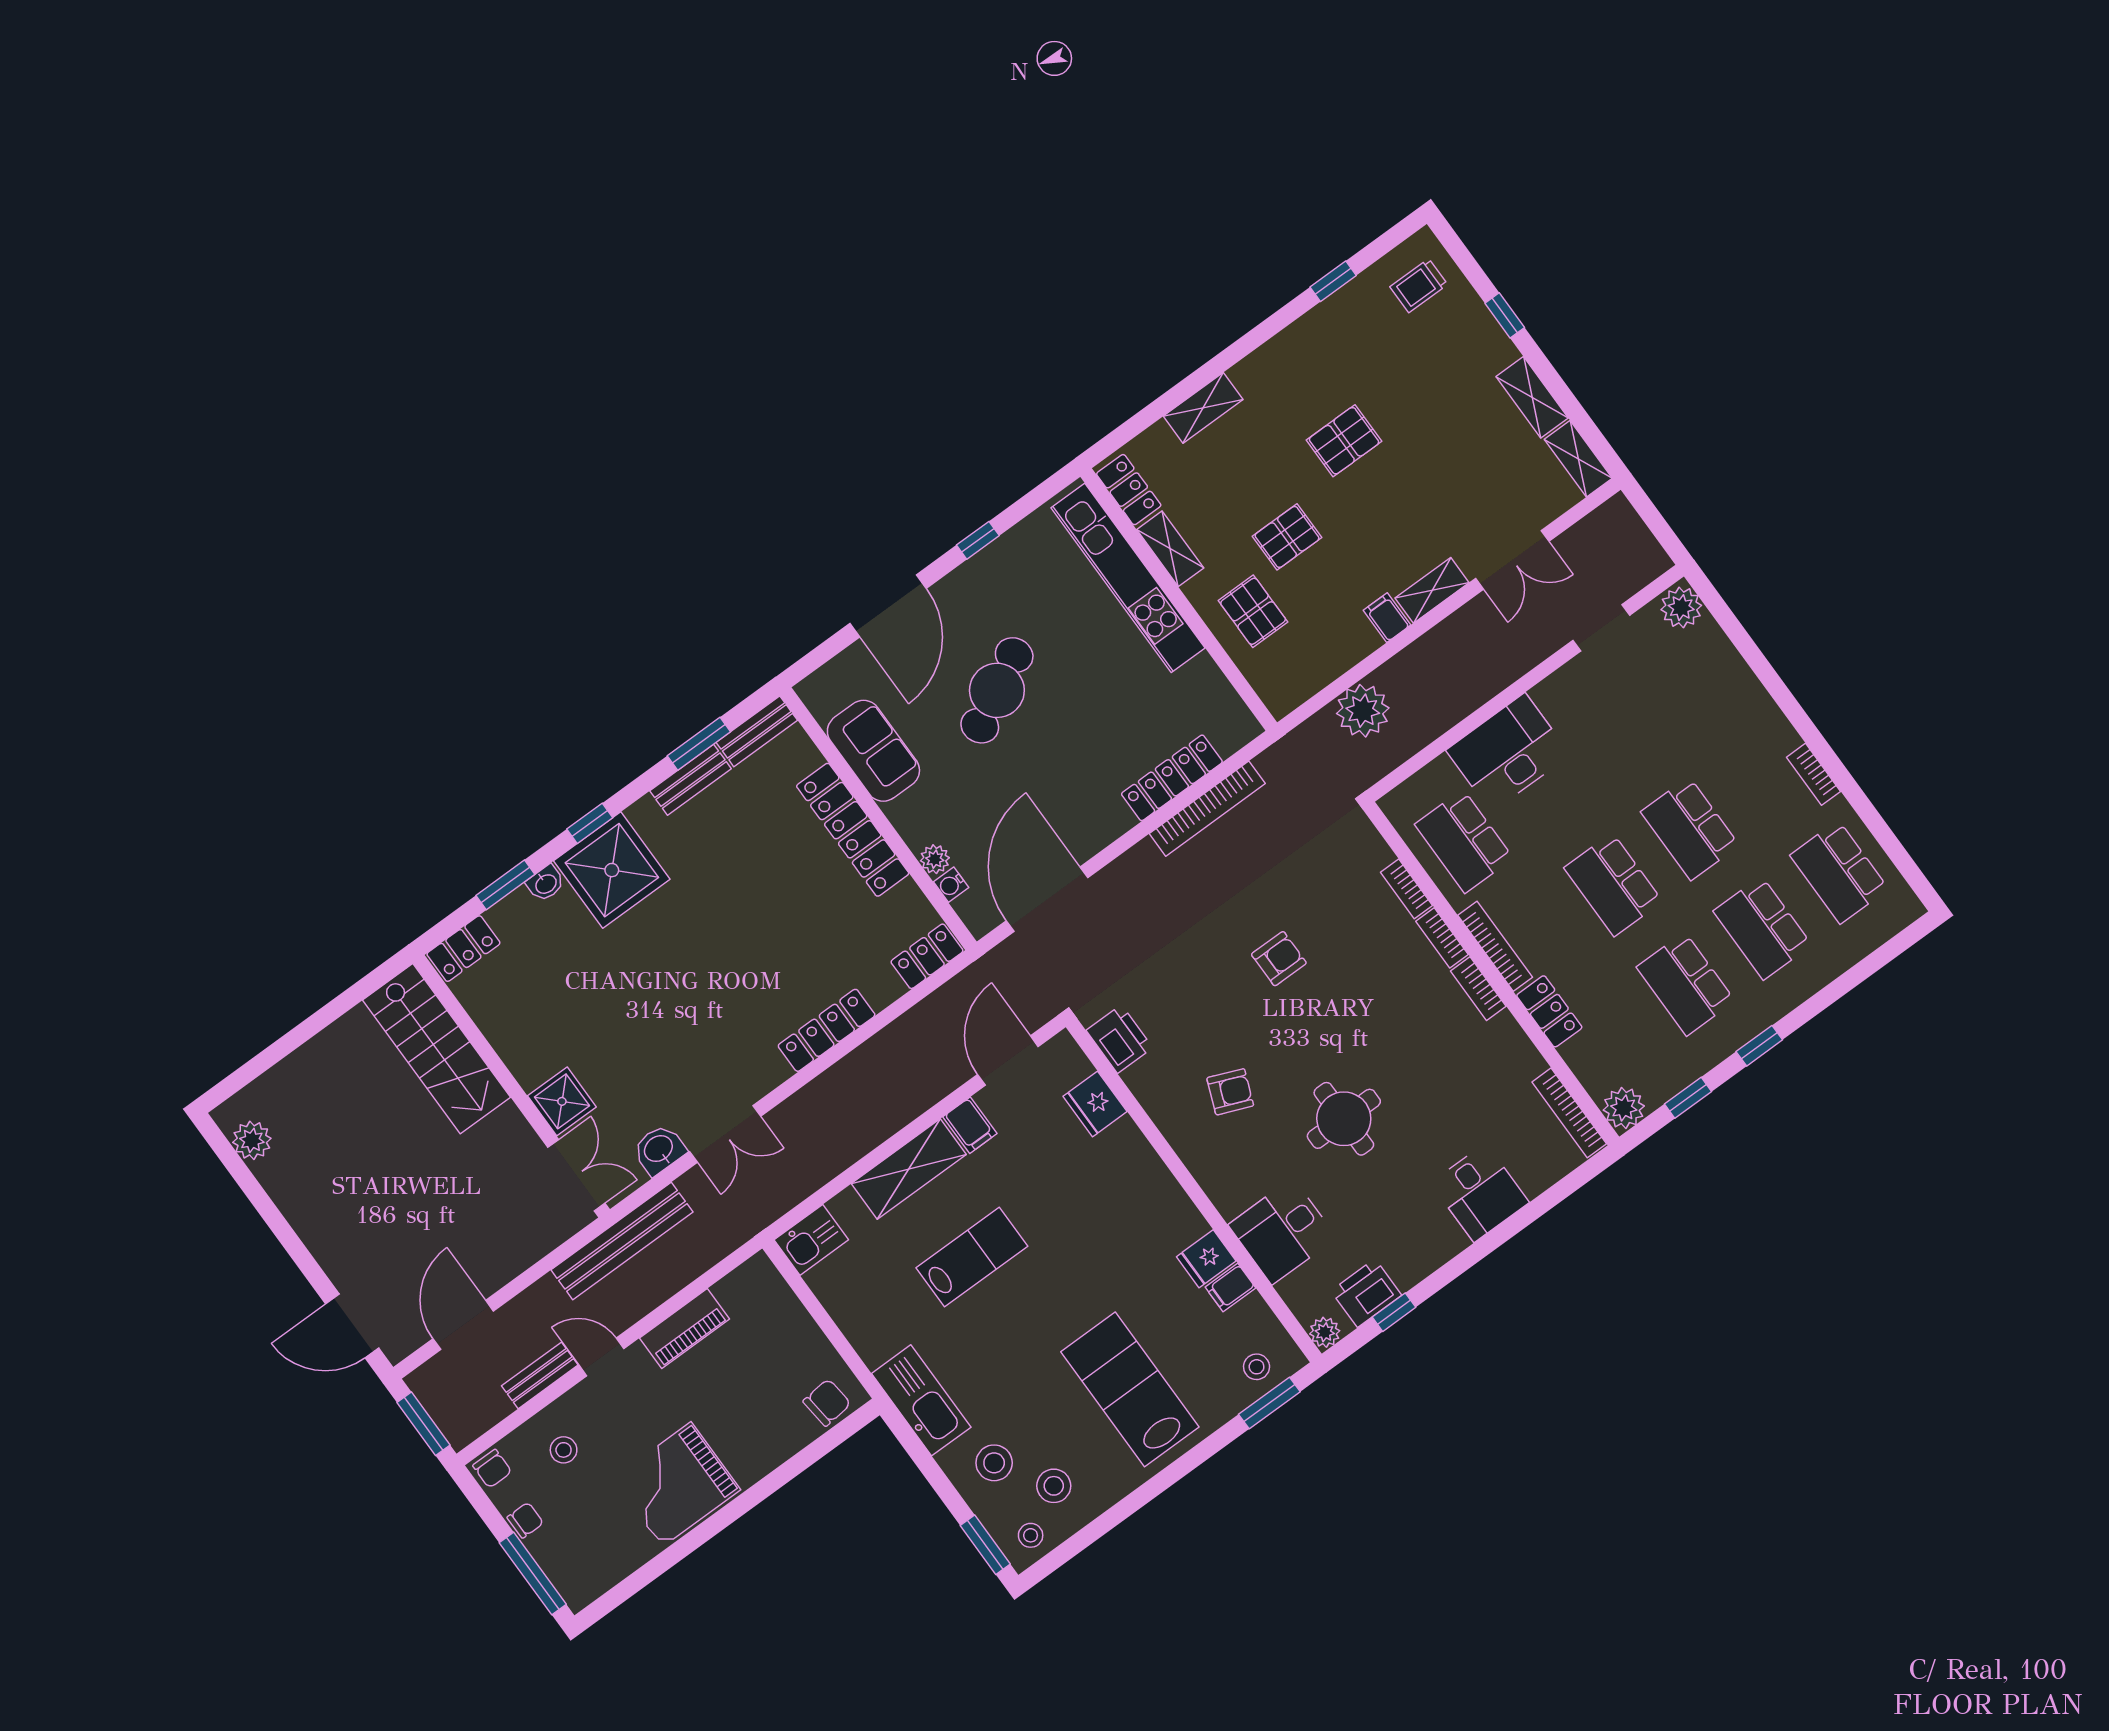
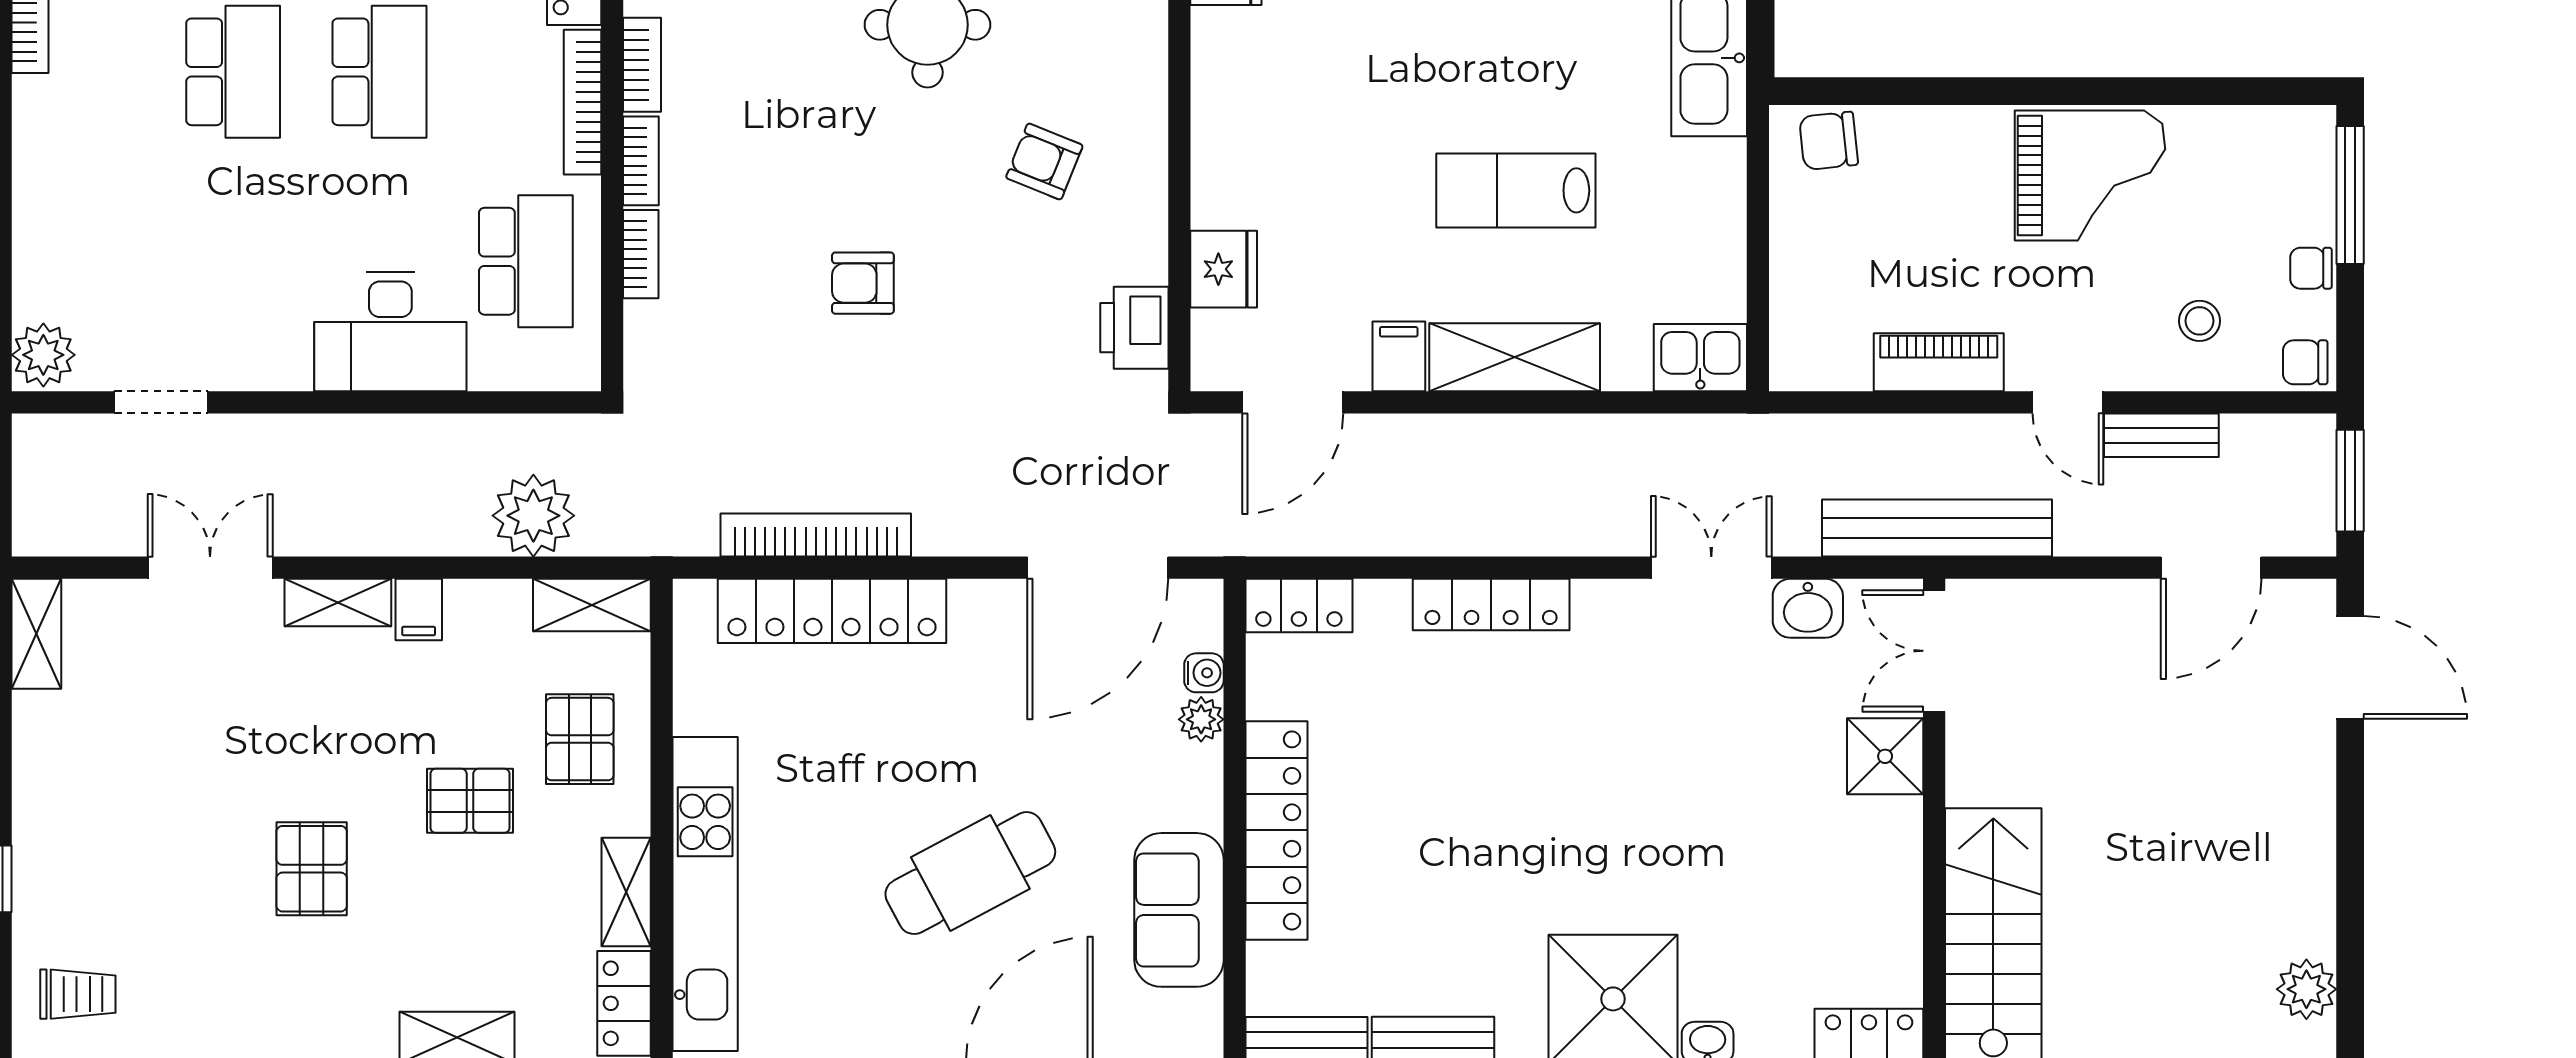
shelving: (1532, 397) -> (592, 605), moved, turned 90
pallet: (1344, 441) -> (312, 869), turned 90
locker: (1172, 778) -> (832, 611), width x1.41, depth x1.21
chair: (492, 1469) -> (2305, 362), turned -90

